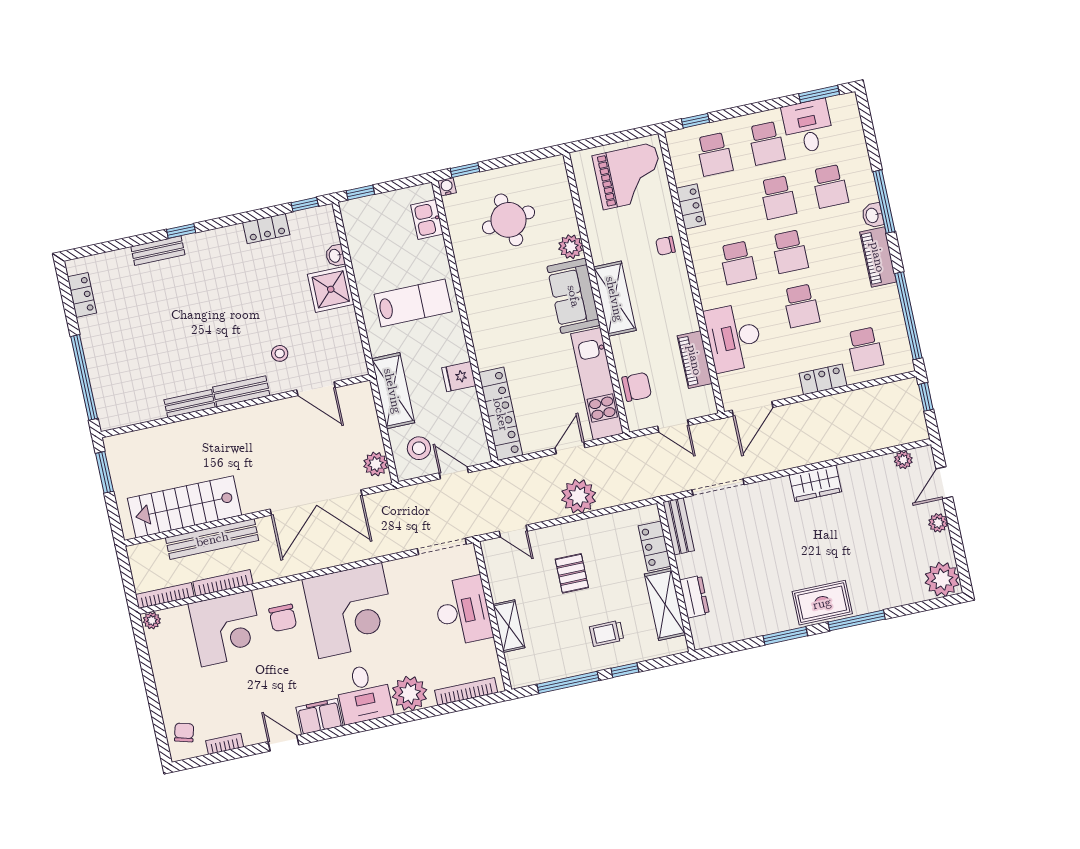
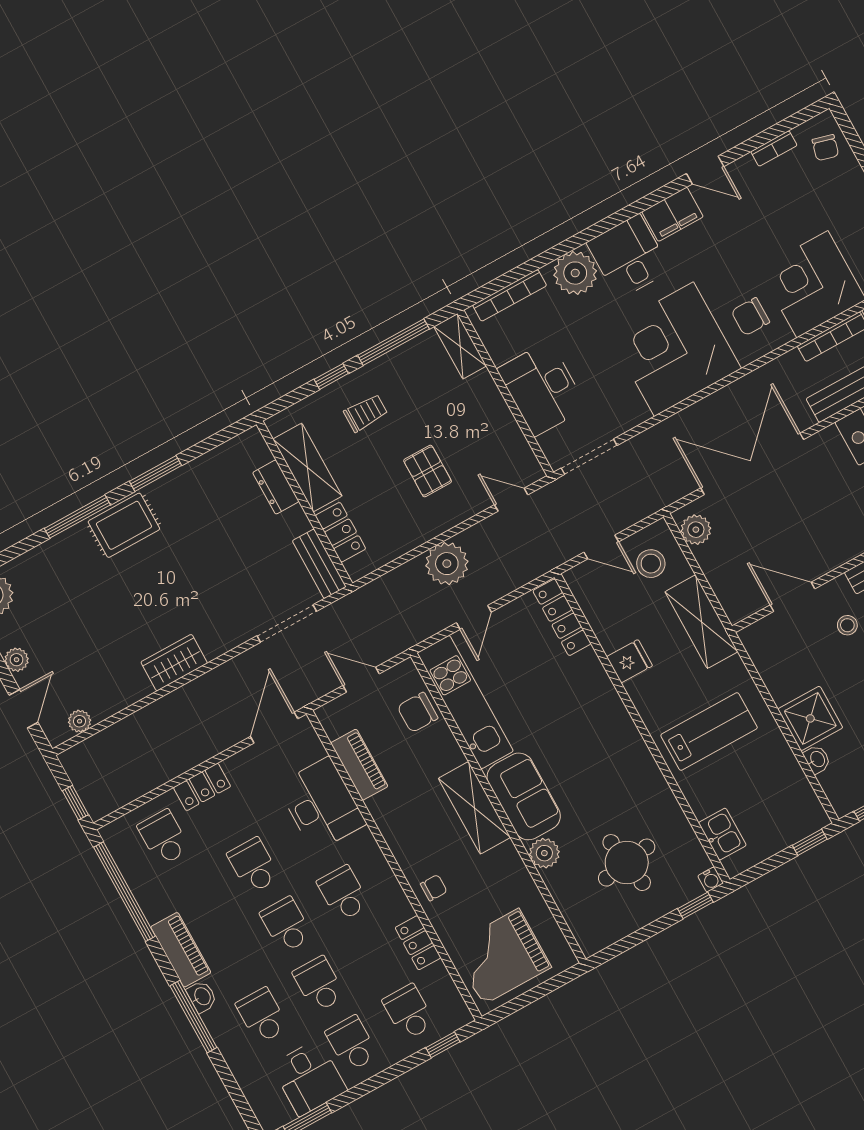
lab bench: (413, 303) -> (709, 731), turned 180
locker: (501, 414) -> (562, 617), width x0.71, depth x0.83
chair: (283, 618) -> (750, 317), turned -90
shelving: (509, 626) -> (460, 346), moved

